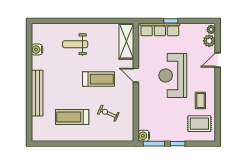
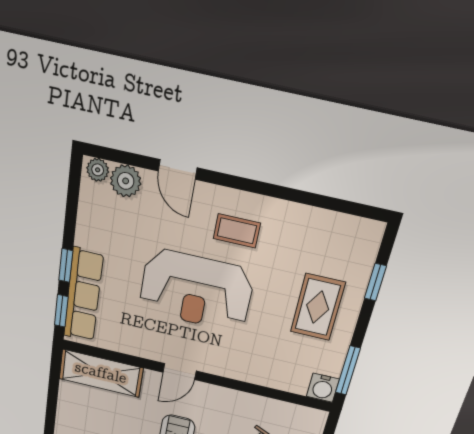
window: (151, 21) -> (61, 311), added
coffee table: (200, 101) -> (237, 231), moved
rug: (199, 124) -> (318, 307), moved
window: (178, 144) -> (375, 282), moved

